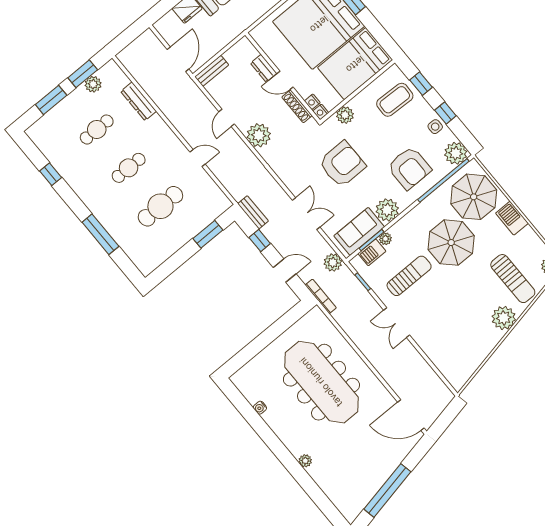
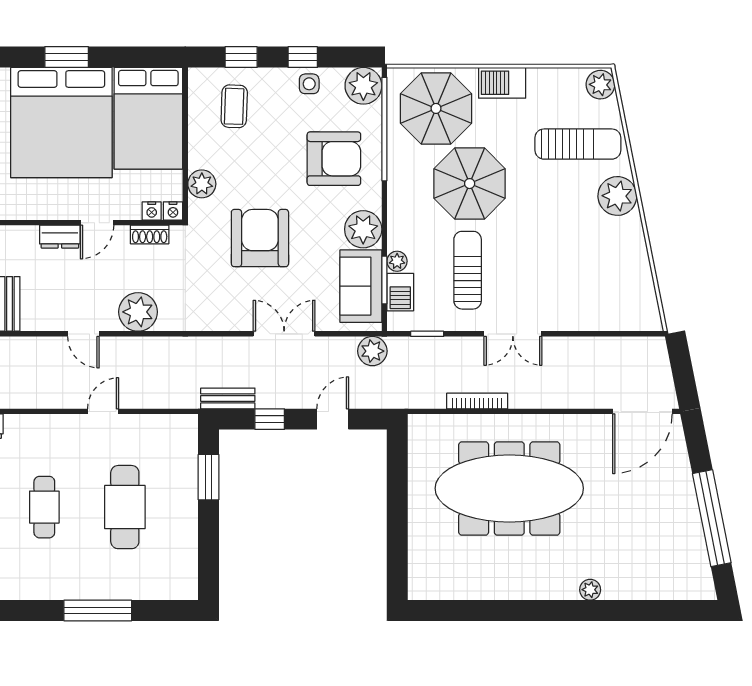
coffee table: (395, 100) -> (234, 106), width x0.73, depth x0.77
shoe rack: (297, 106) -> (150, 235), width x0.70
bookcase: (321, 296) -> (477, 401), moved
water cooler: (260, 408) -> (478, 591), removed

